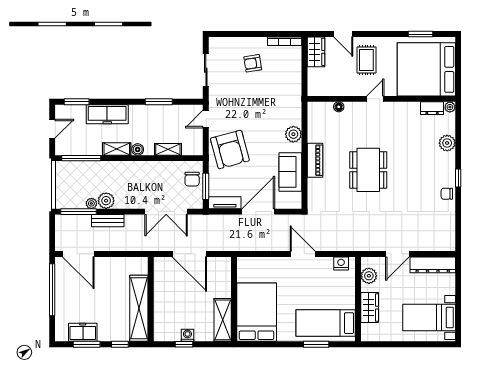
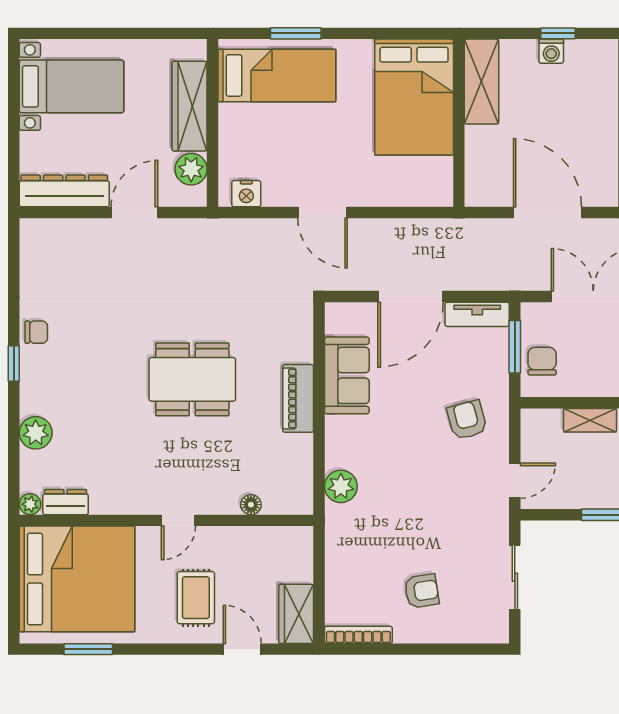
plant: (293, 134) -> (341, 486), moved
armchair: (230, 150) -> (467, 420), width x0.53, depth x0.53
dining table: (368, 170) -> (192, 379), turned 90
wardrobe: (370, 308) -> (190, 106), width x1.50

